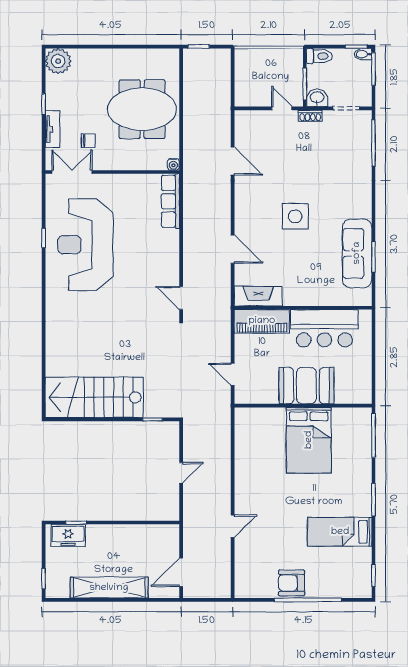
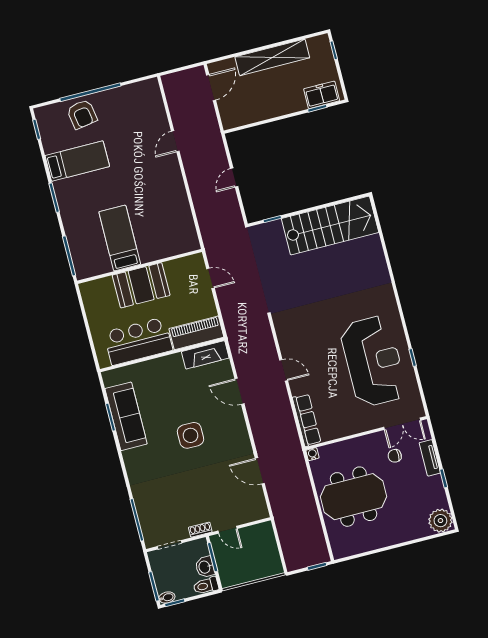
washbasin: (317, 98) -> (205, 567), moved, turned 90
door: (181, 298) -> (284, 370), moved
bed: (309, 440) -> (120, 238), width x0.67
armchair: (291, 583) -> (82, 114), moved, turned 81

